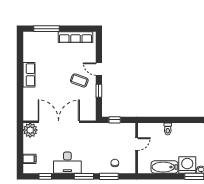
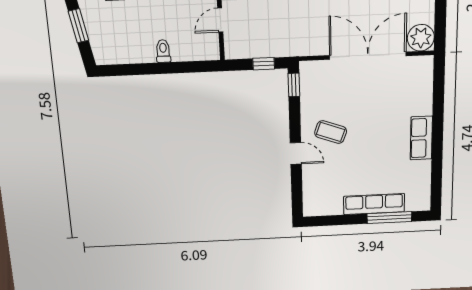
row of seats: (76, 37) -> (374, 204), moved
window: (99, 91) -> (294, 85), moved
double door: (59, 122) -> (368, 56), swing flipped

